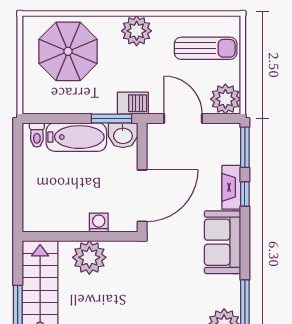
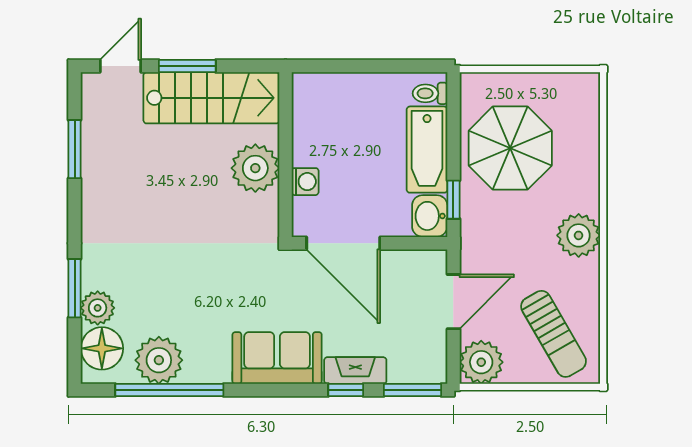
sun lounger: (206, 48) -> (554, 334), turned -30
parasol: (68, 51) -> (510, 148), moved
barbecue: (133, 103) -> (475, 230), removed
window: (111, 118) -> (453, 200), width x0.67

